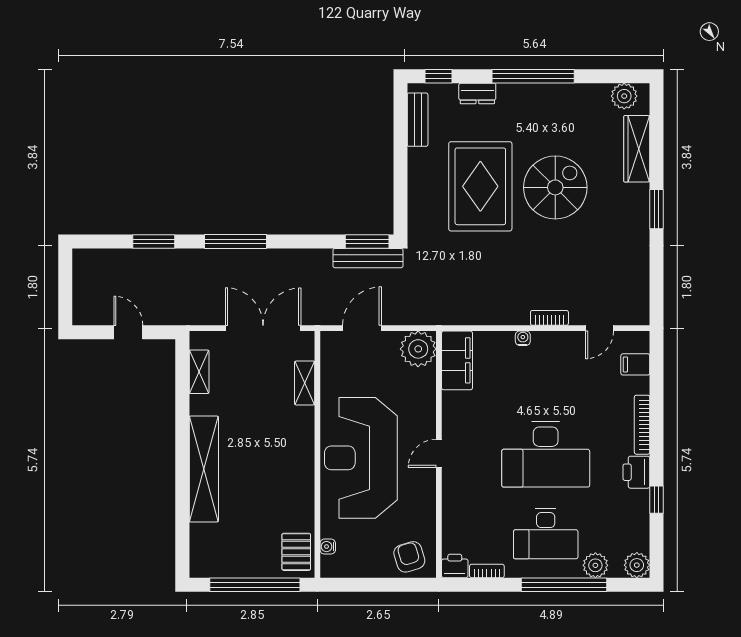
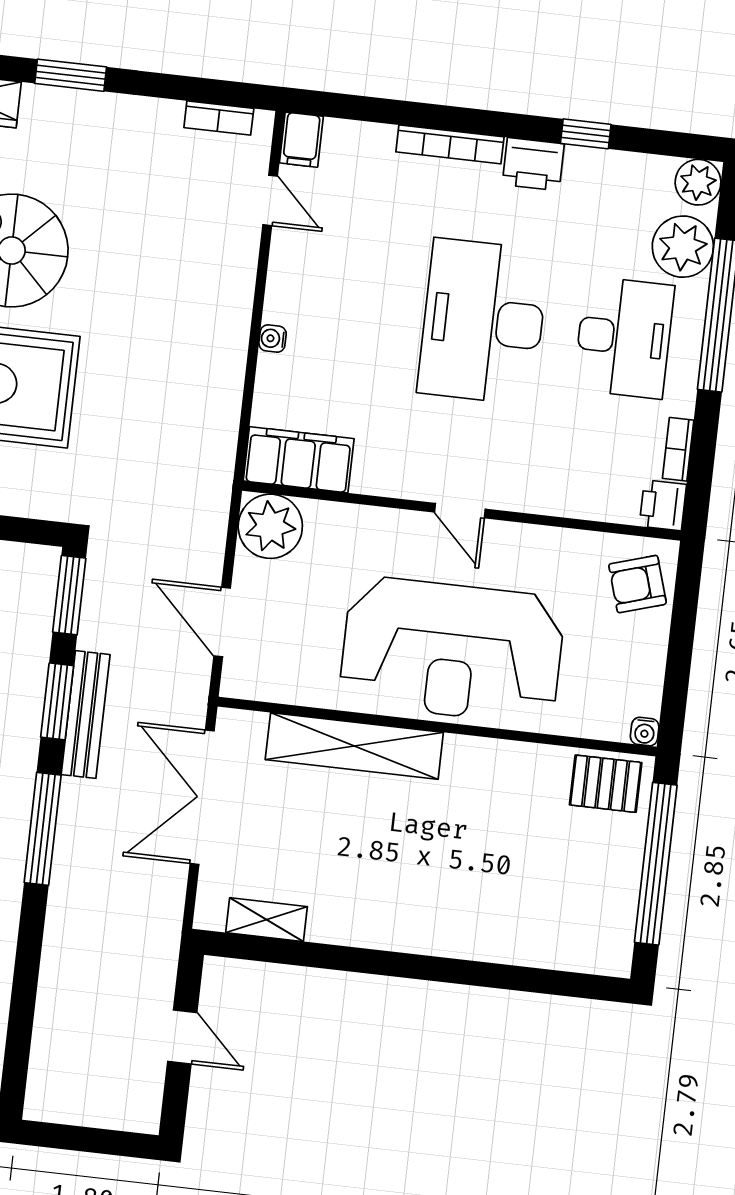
window: (154, 241) -> (57, 701), moved
bench: (368, 258) -> (86, 715), moved
bookcase: (549, 318) -> (219, 118), moved, turned -90
door: (128, 332) -> (182, 1037), swing flipped
filing cabinet: (635, 364) -> (301, 140), moved
shelving: (305, 383) -> (354, 746), width x2.20, depth x1.33
desk: (546, 454) -> (483, 321), turned 180
shelving: (204, 469) -> (440, 931), removed
water cooler: (328, 547) -> (645, 732), moved
plant: (595, 565) -> (683, 247), width x1.36, depth x1.36

